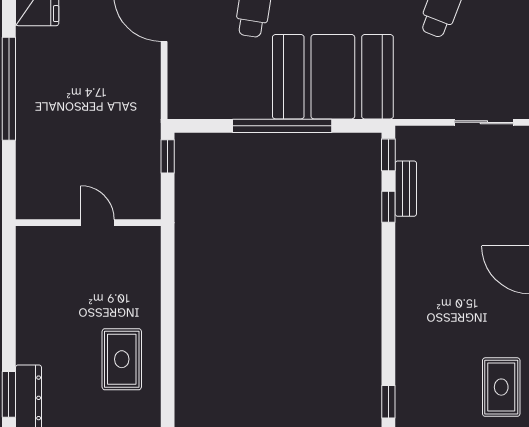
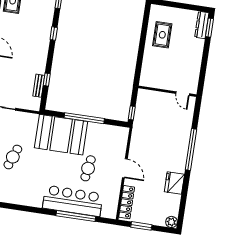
window: (388, 155) -> (54, 34), moved
door: (97, 223) -> (183, 94), moved

